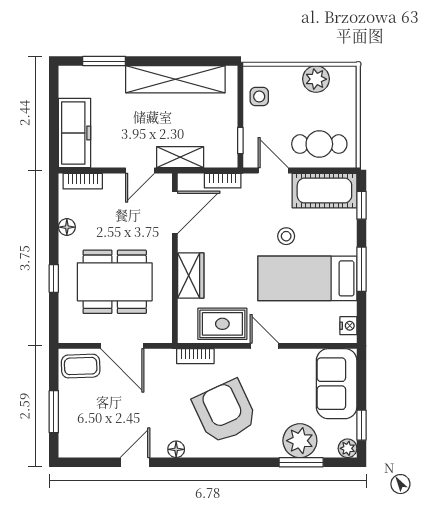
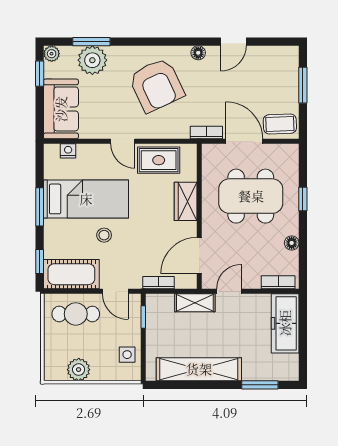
nightstand: (348, 326) -> (68, 151), moved, turned 90
bookcase: (195, 356) -> (206, 133), moved

